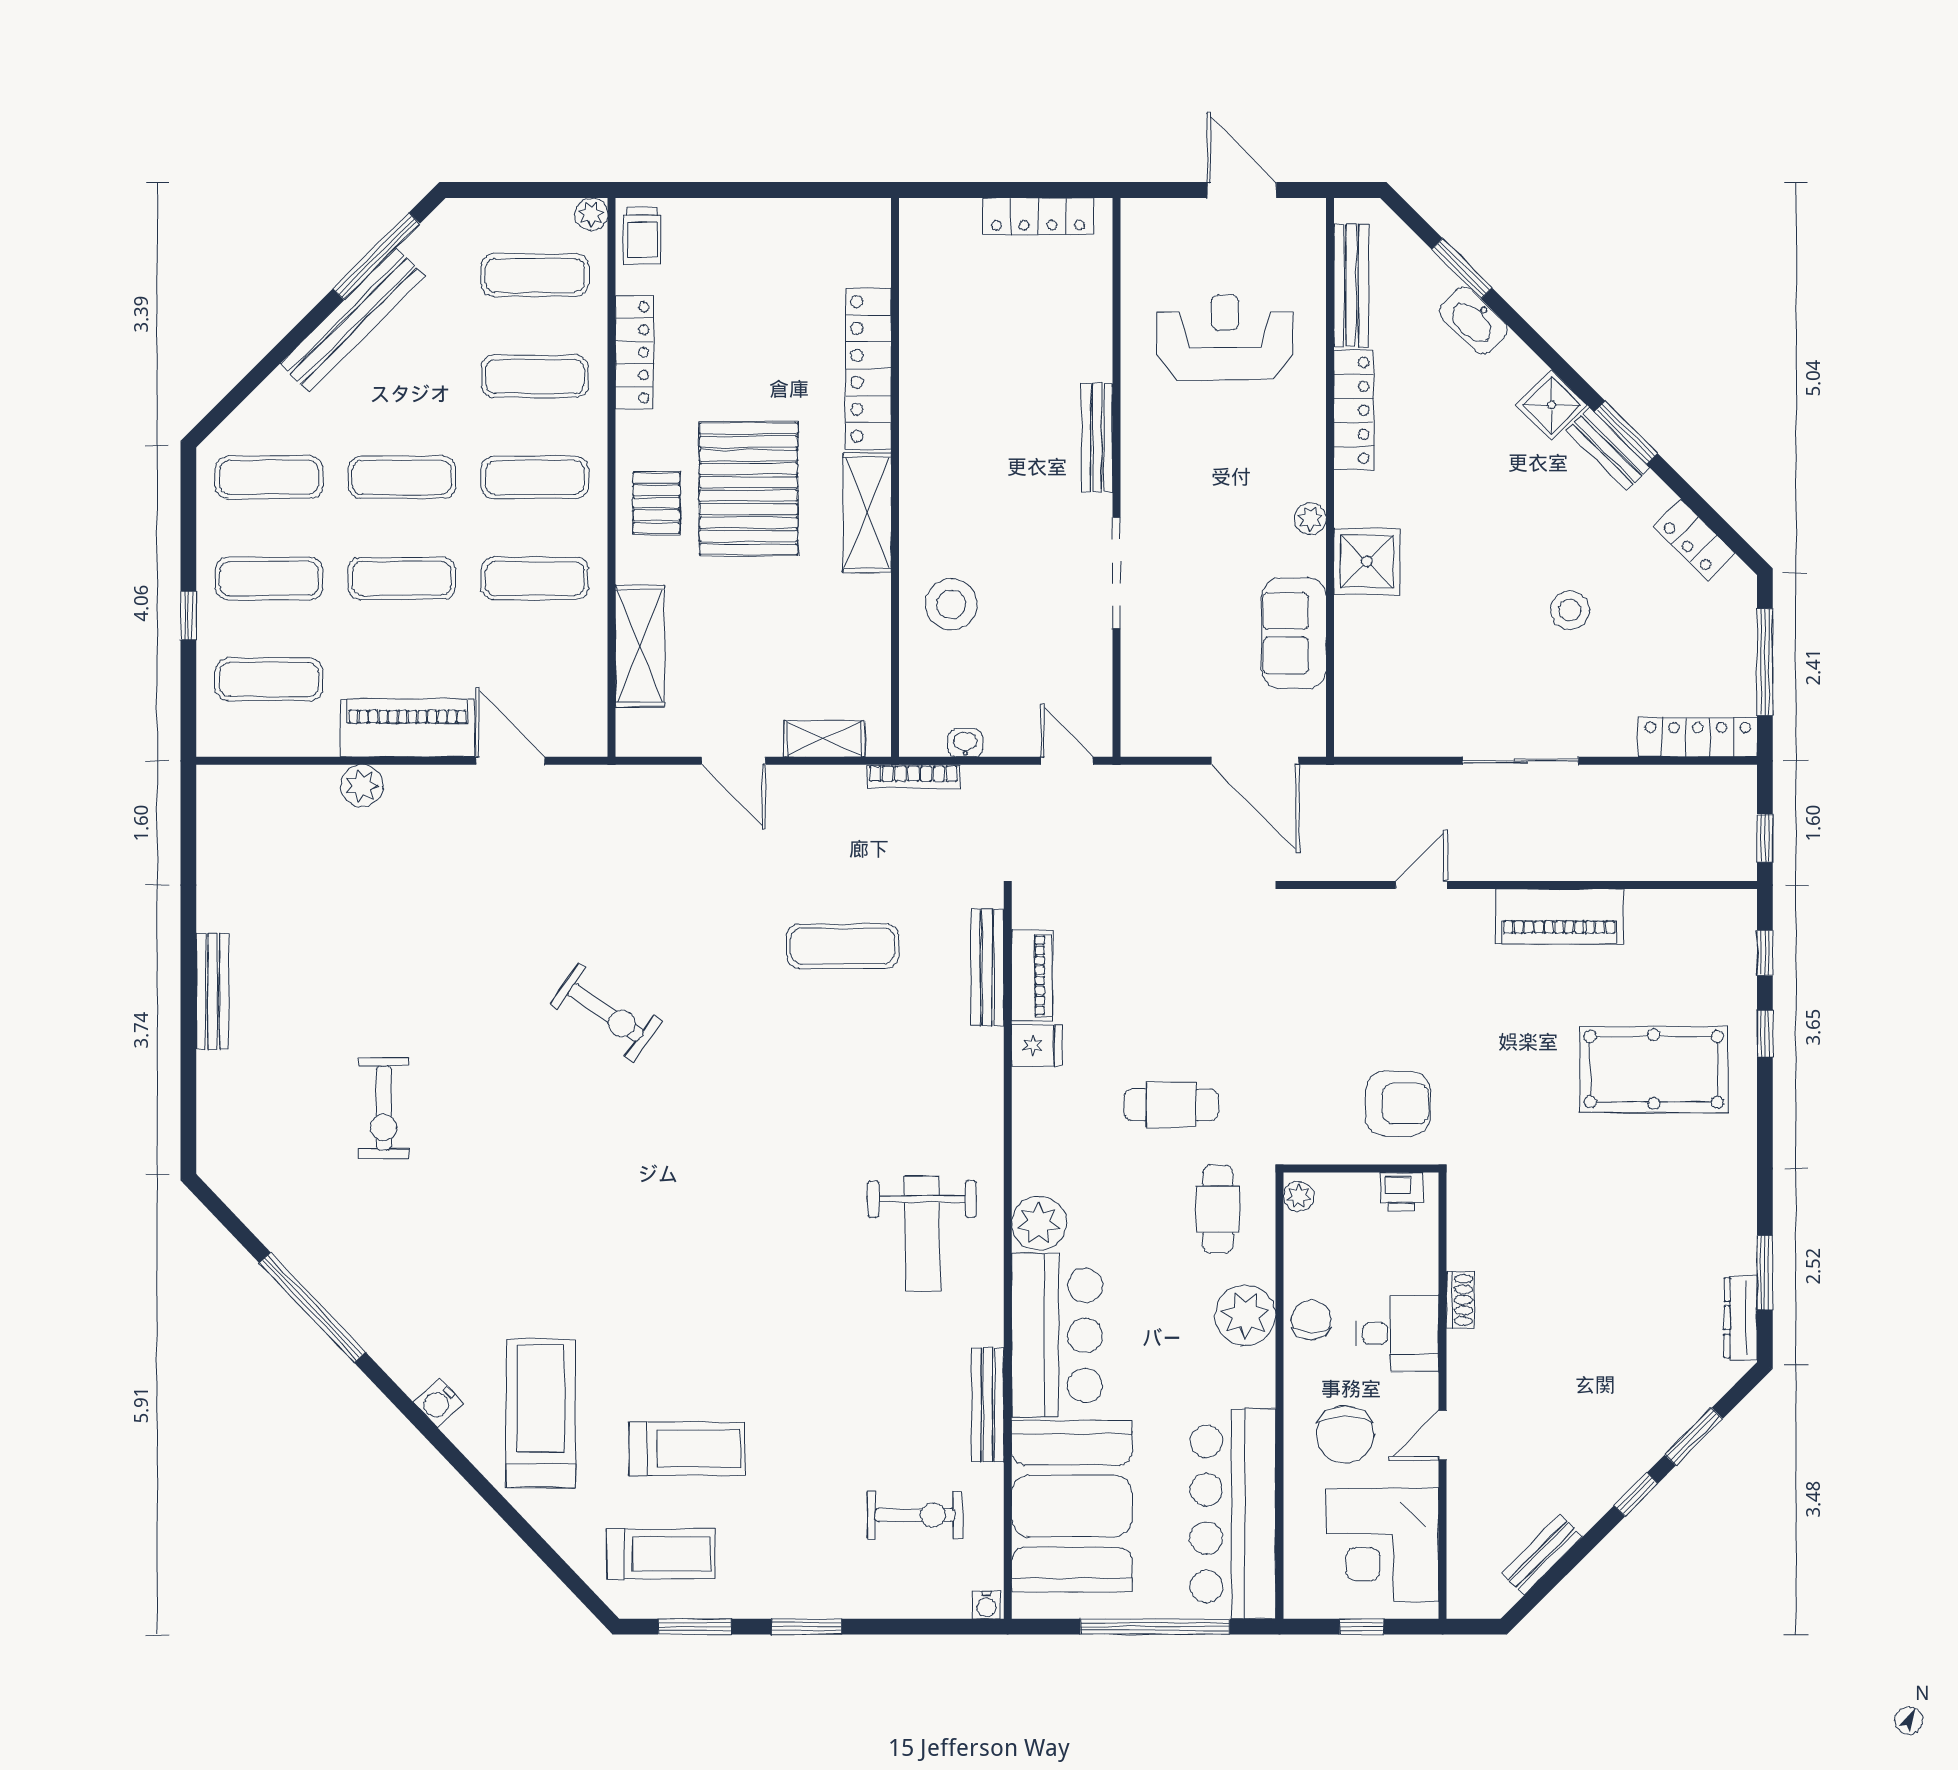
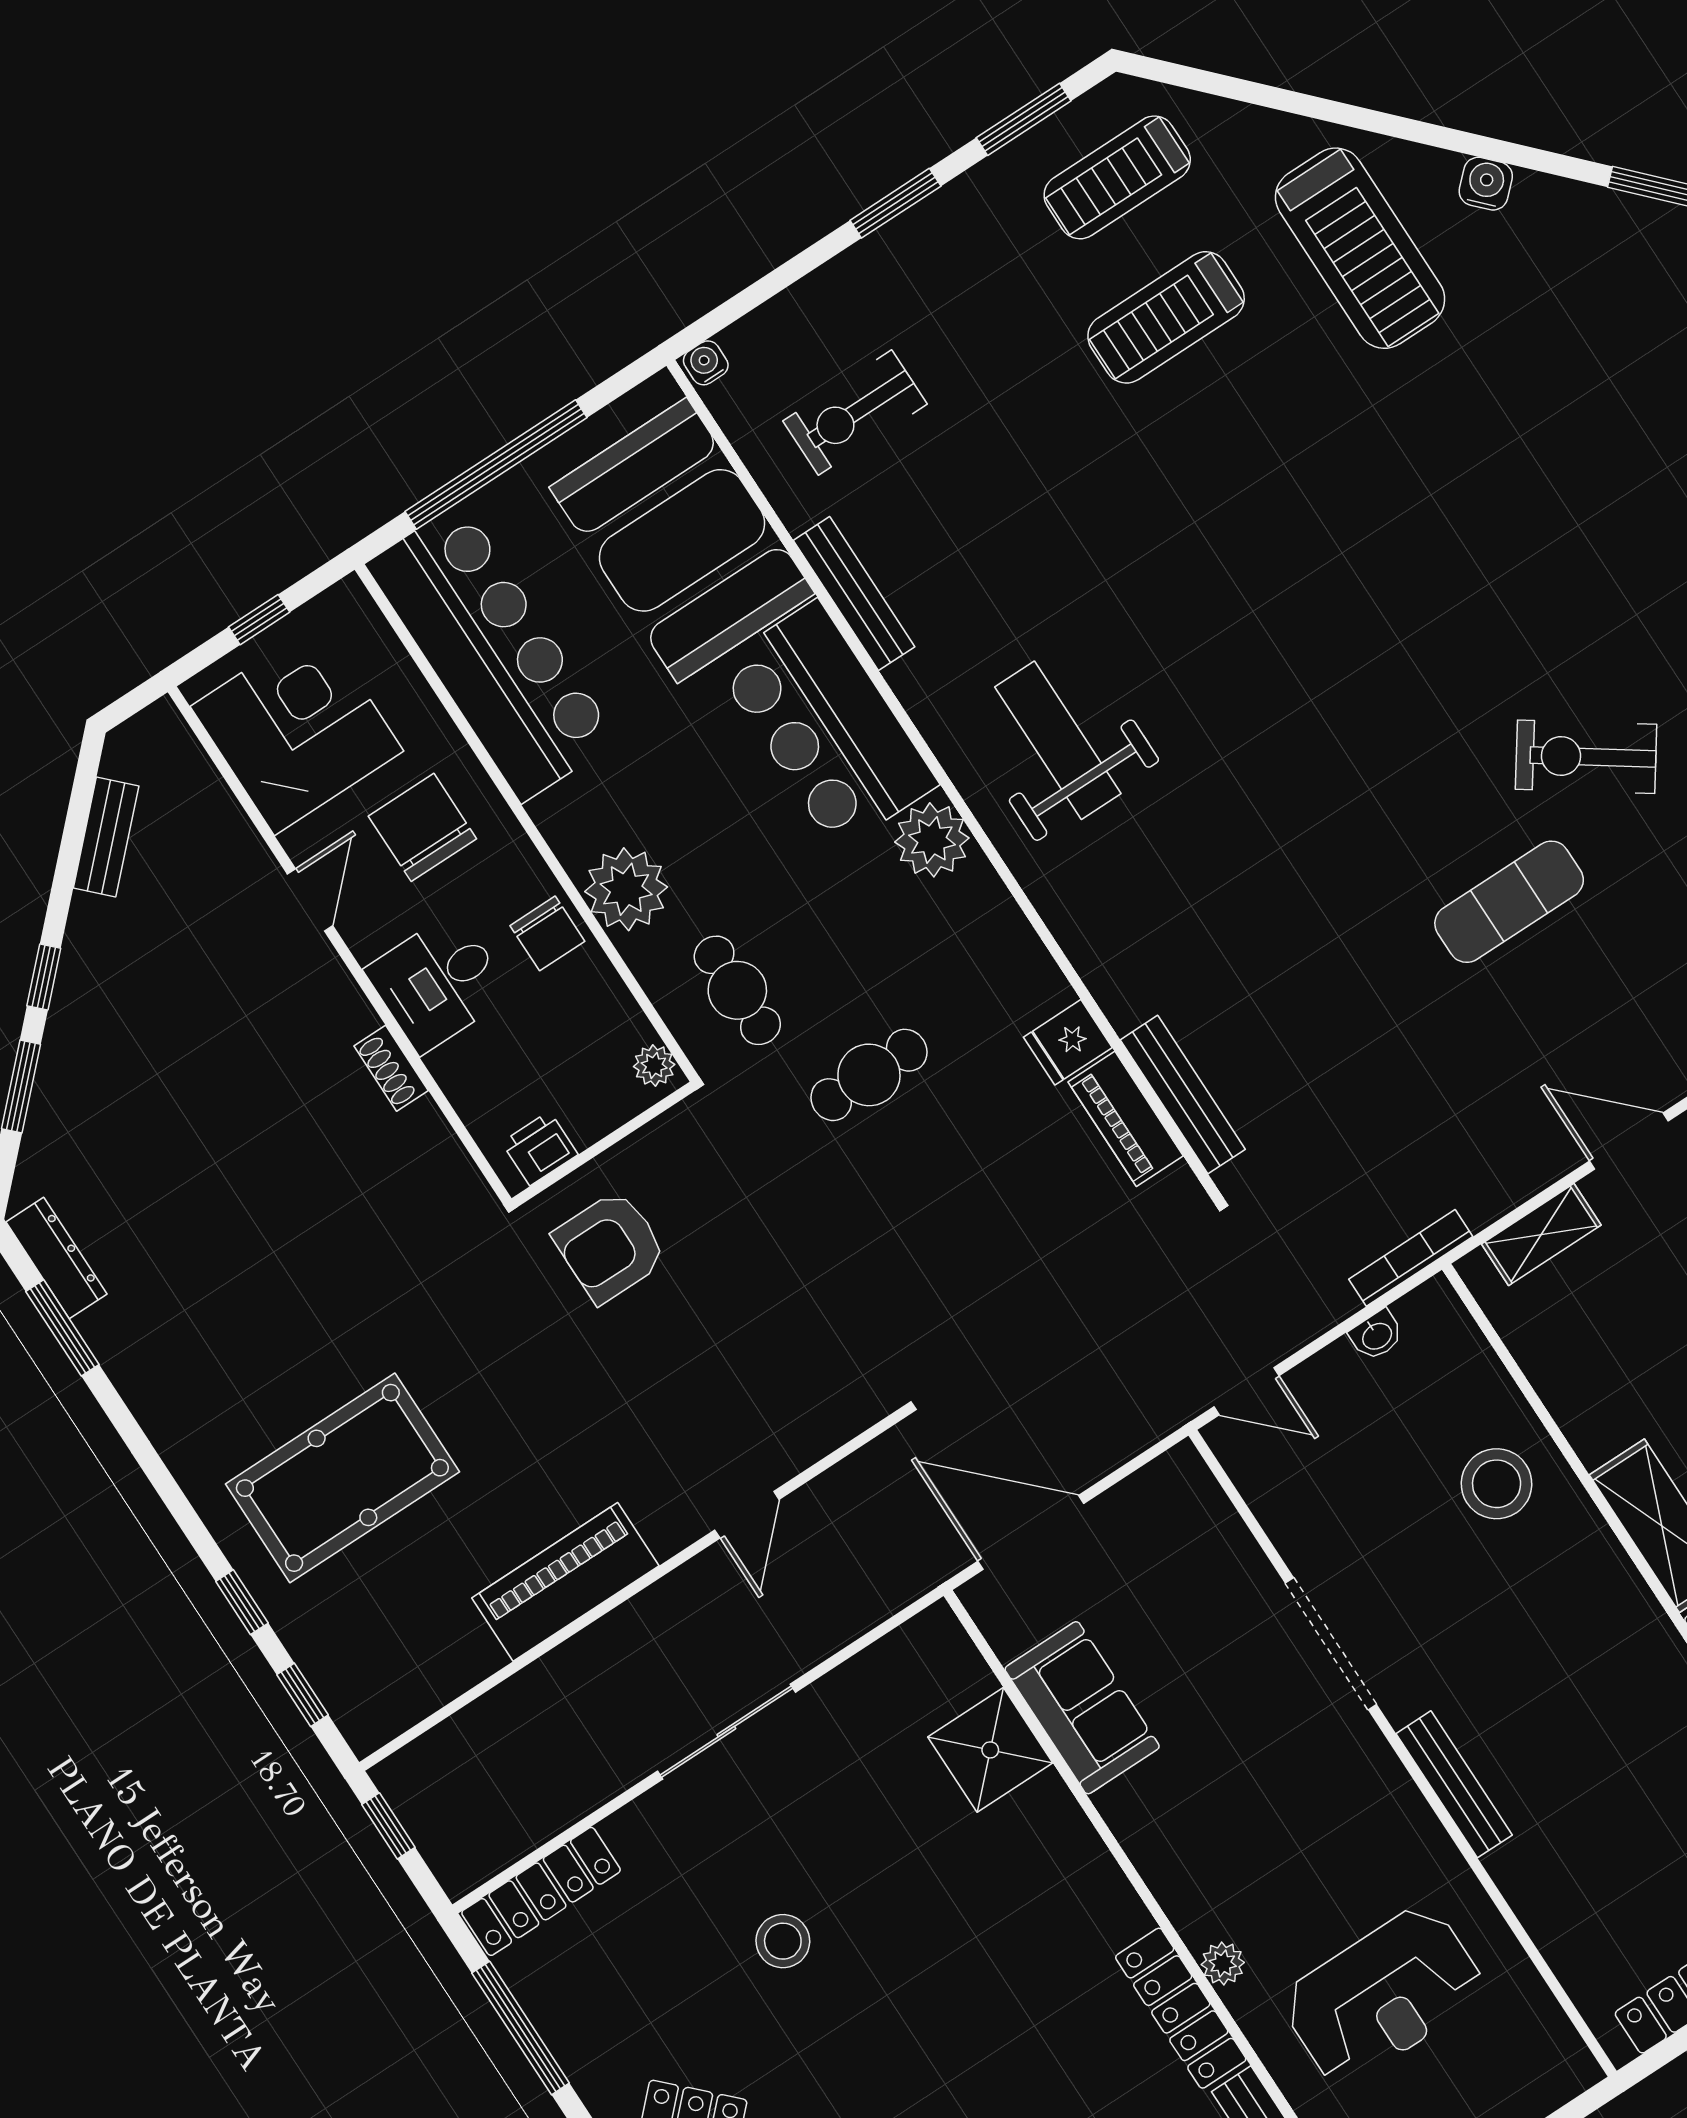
plant: (1310, 519) -> (1223, 1964), moved
shower: (1367, 561) -> (990, 1750), moved
exercise mat: (843, 946) -> (1509, 902), moved

